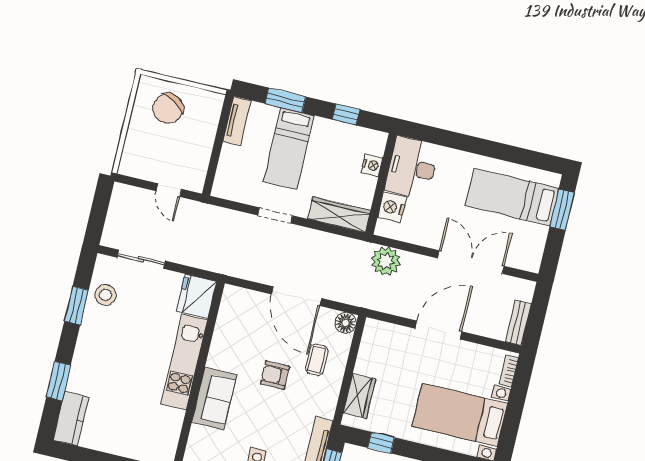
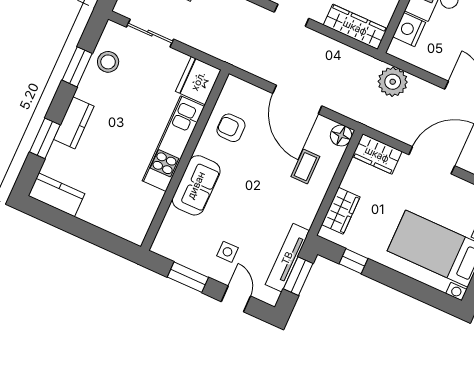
wardrobe: (384, 334) -> (377, 154), added
kitchen counter: (84, 361) -> (74, 123), added
armchair: (275, 375) -> (231, 128), moved
kitchen counter: (71, 419) -> (56, 195), moved, turned -90

